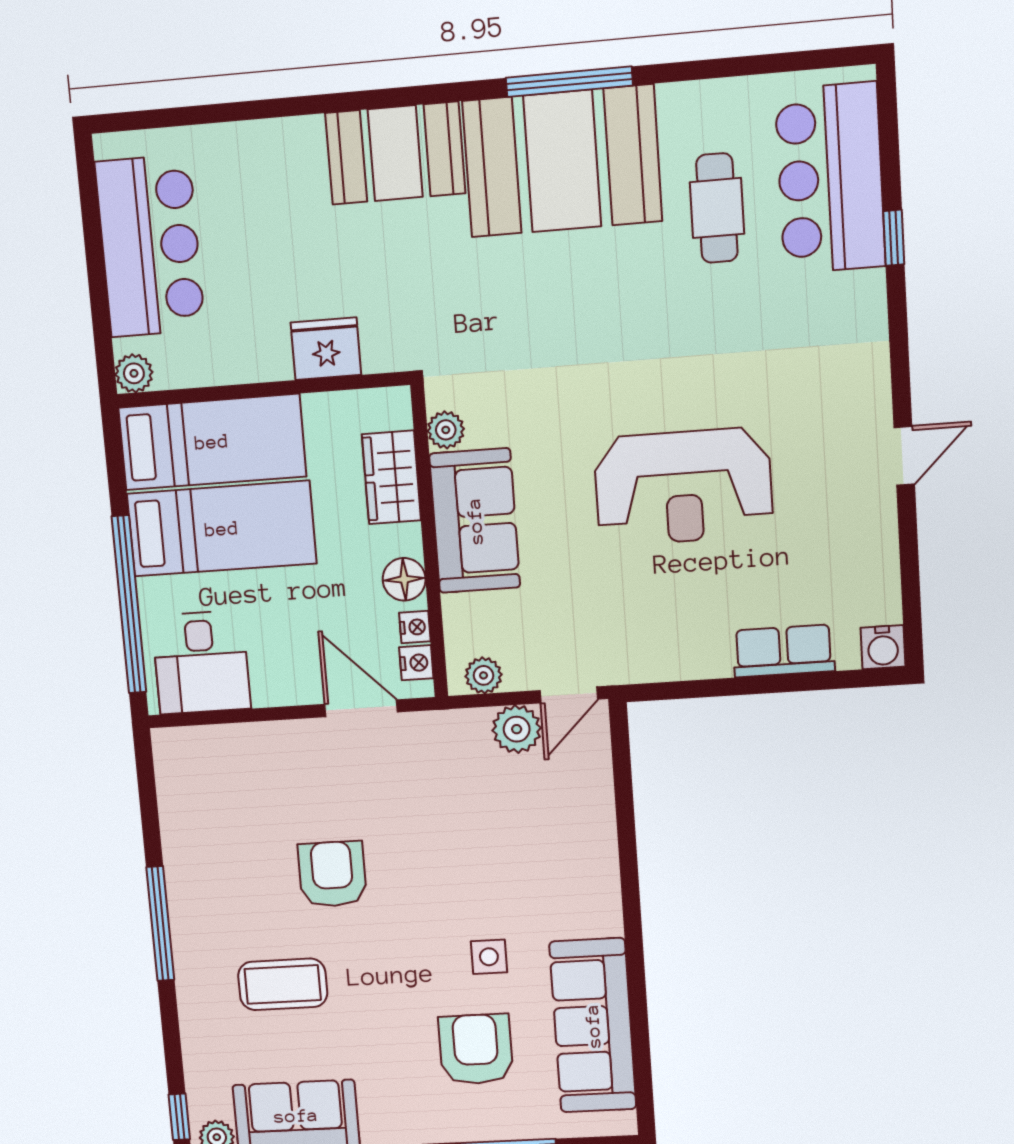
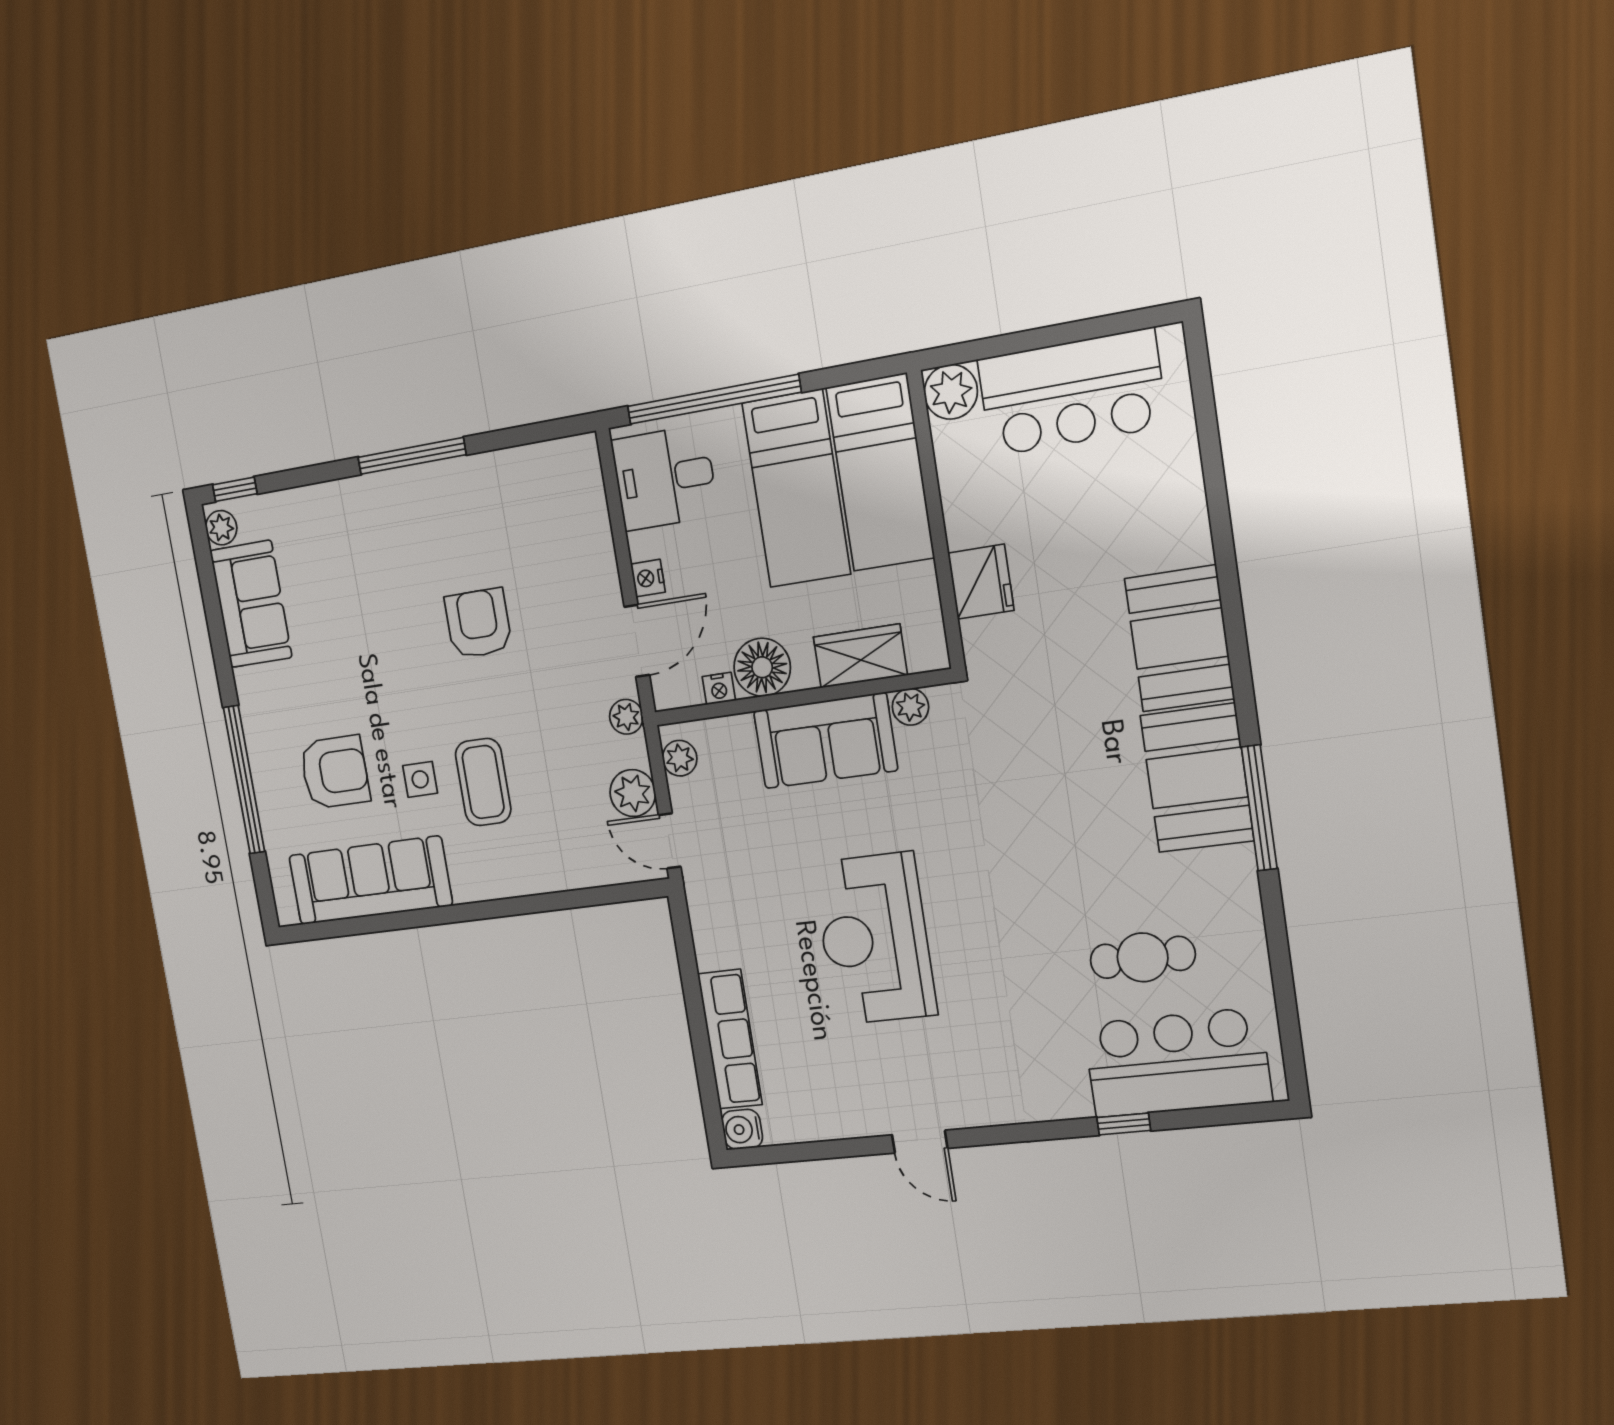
booth: (562, 161) -> (1197, 778), width x0.73, depth x0.70
plant: (134, 373) -> (951, 392), width x1.38, depth x1.38
floor lamp: (404, 579) -> (762, 667), width x1.38, depth x1.38
row of seats: (784, 651) -> (730, 1039), width x1.48
nightstand: (416, 663) -> (648, 578), moved, turned 90
plant: (438, 728) -> (626, 717), added
armchair: (332, 874) -> (478, 623), turned -90
coffee table: (283, 984) -> (483, 782), moved

